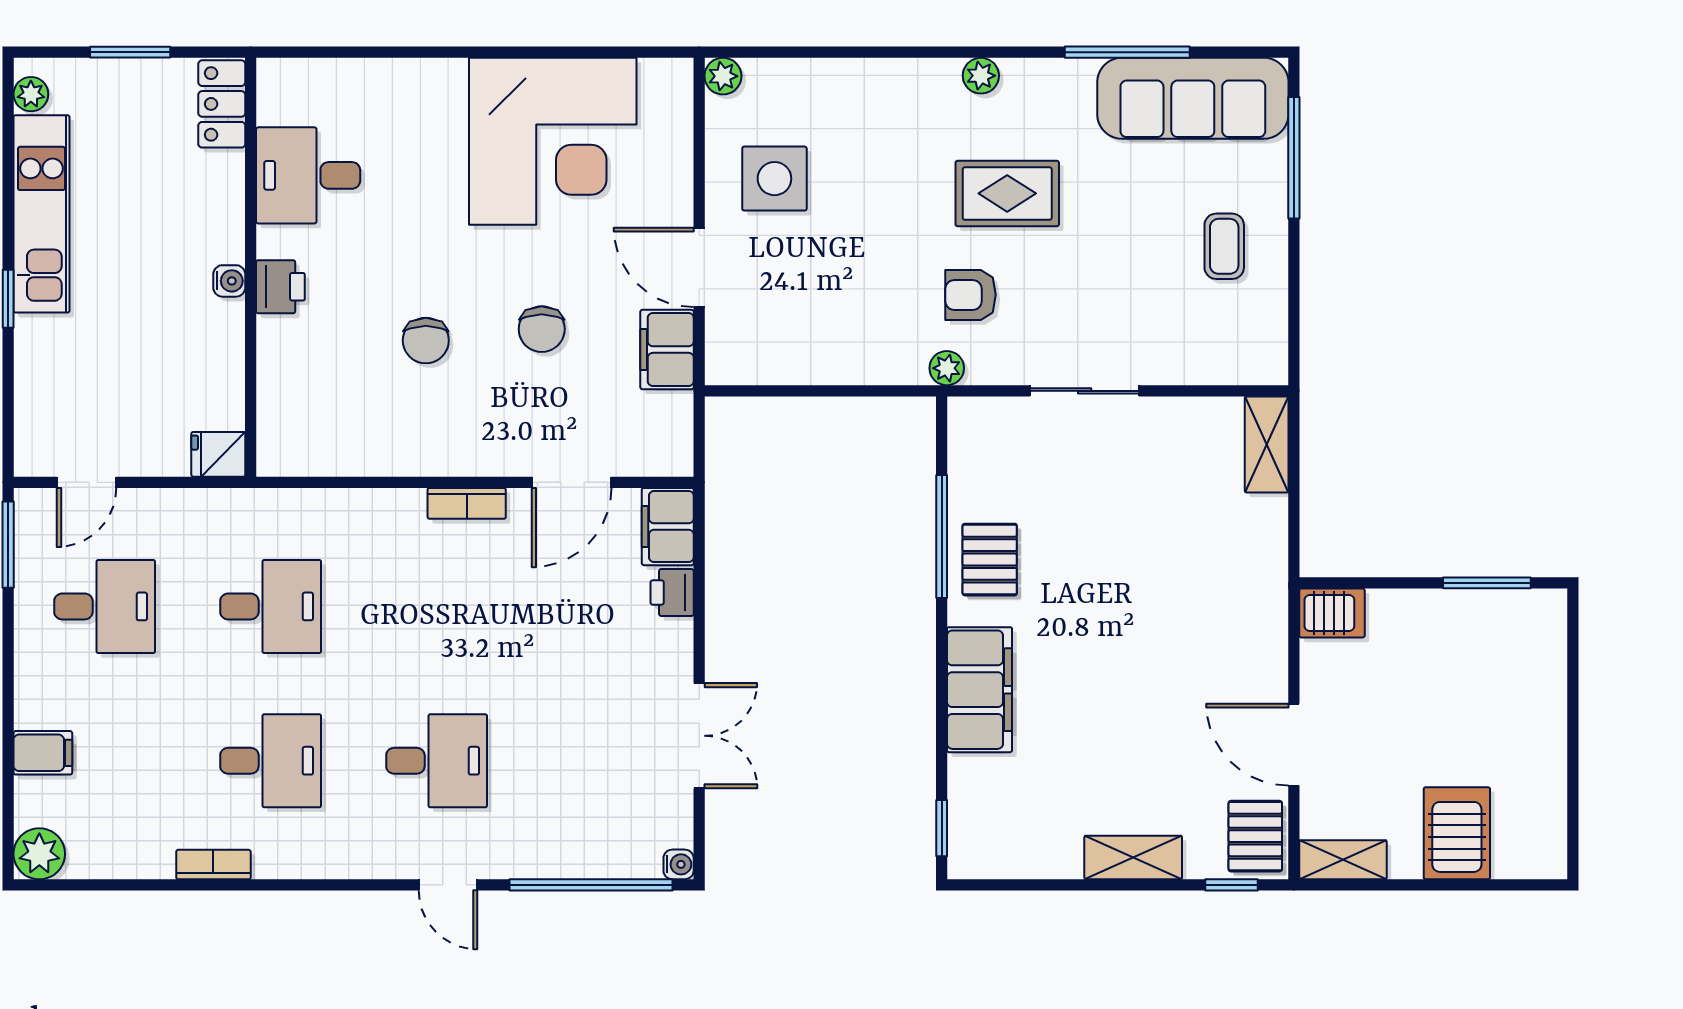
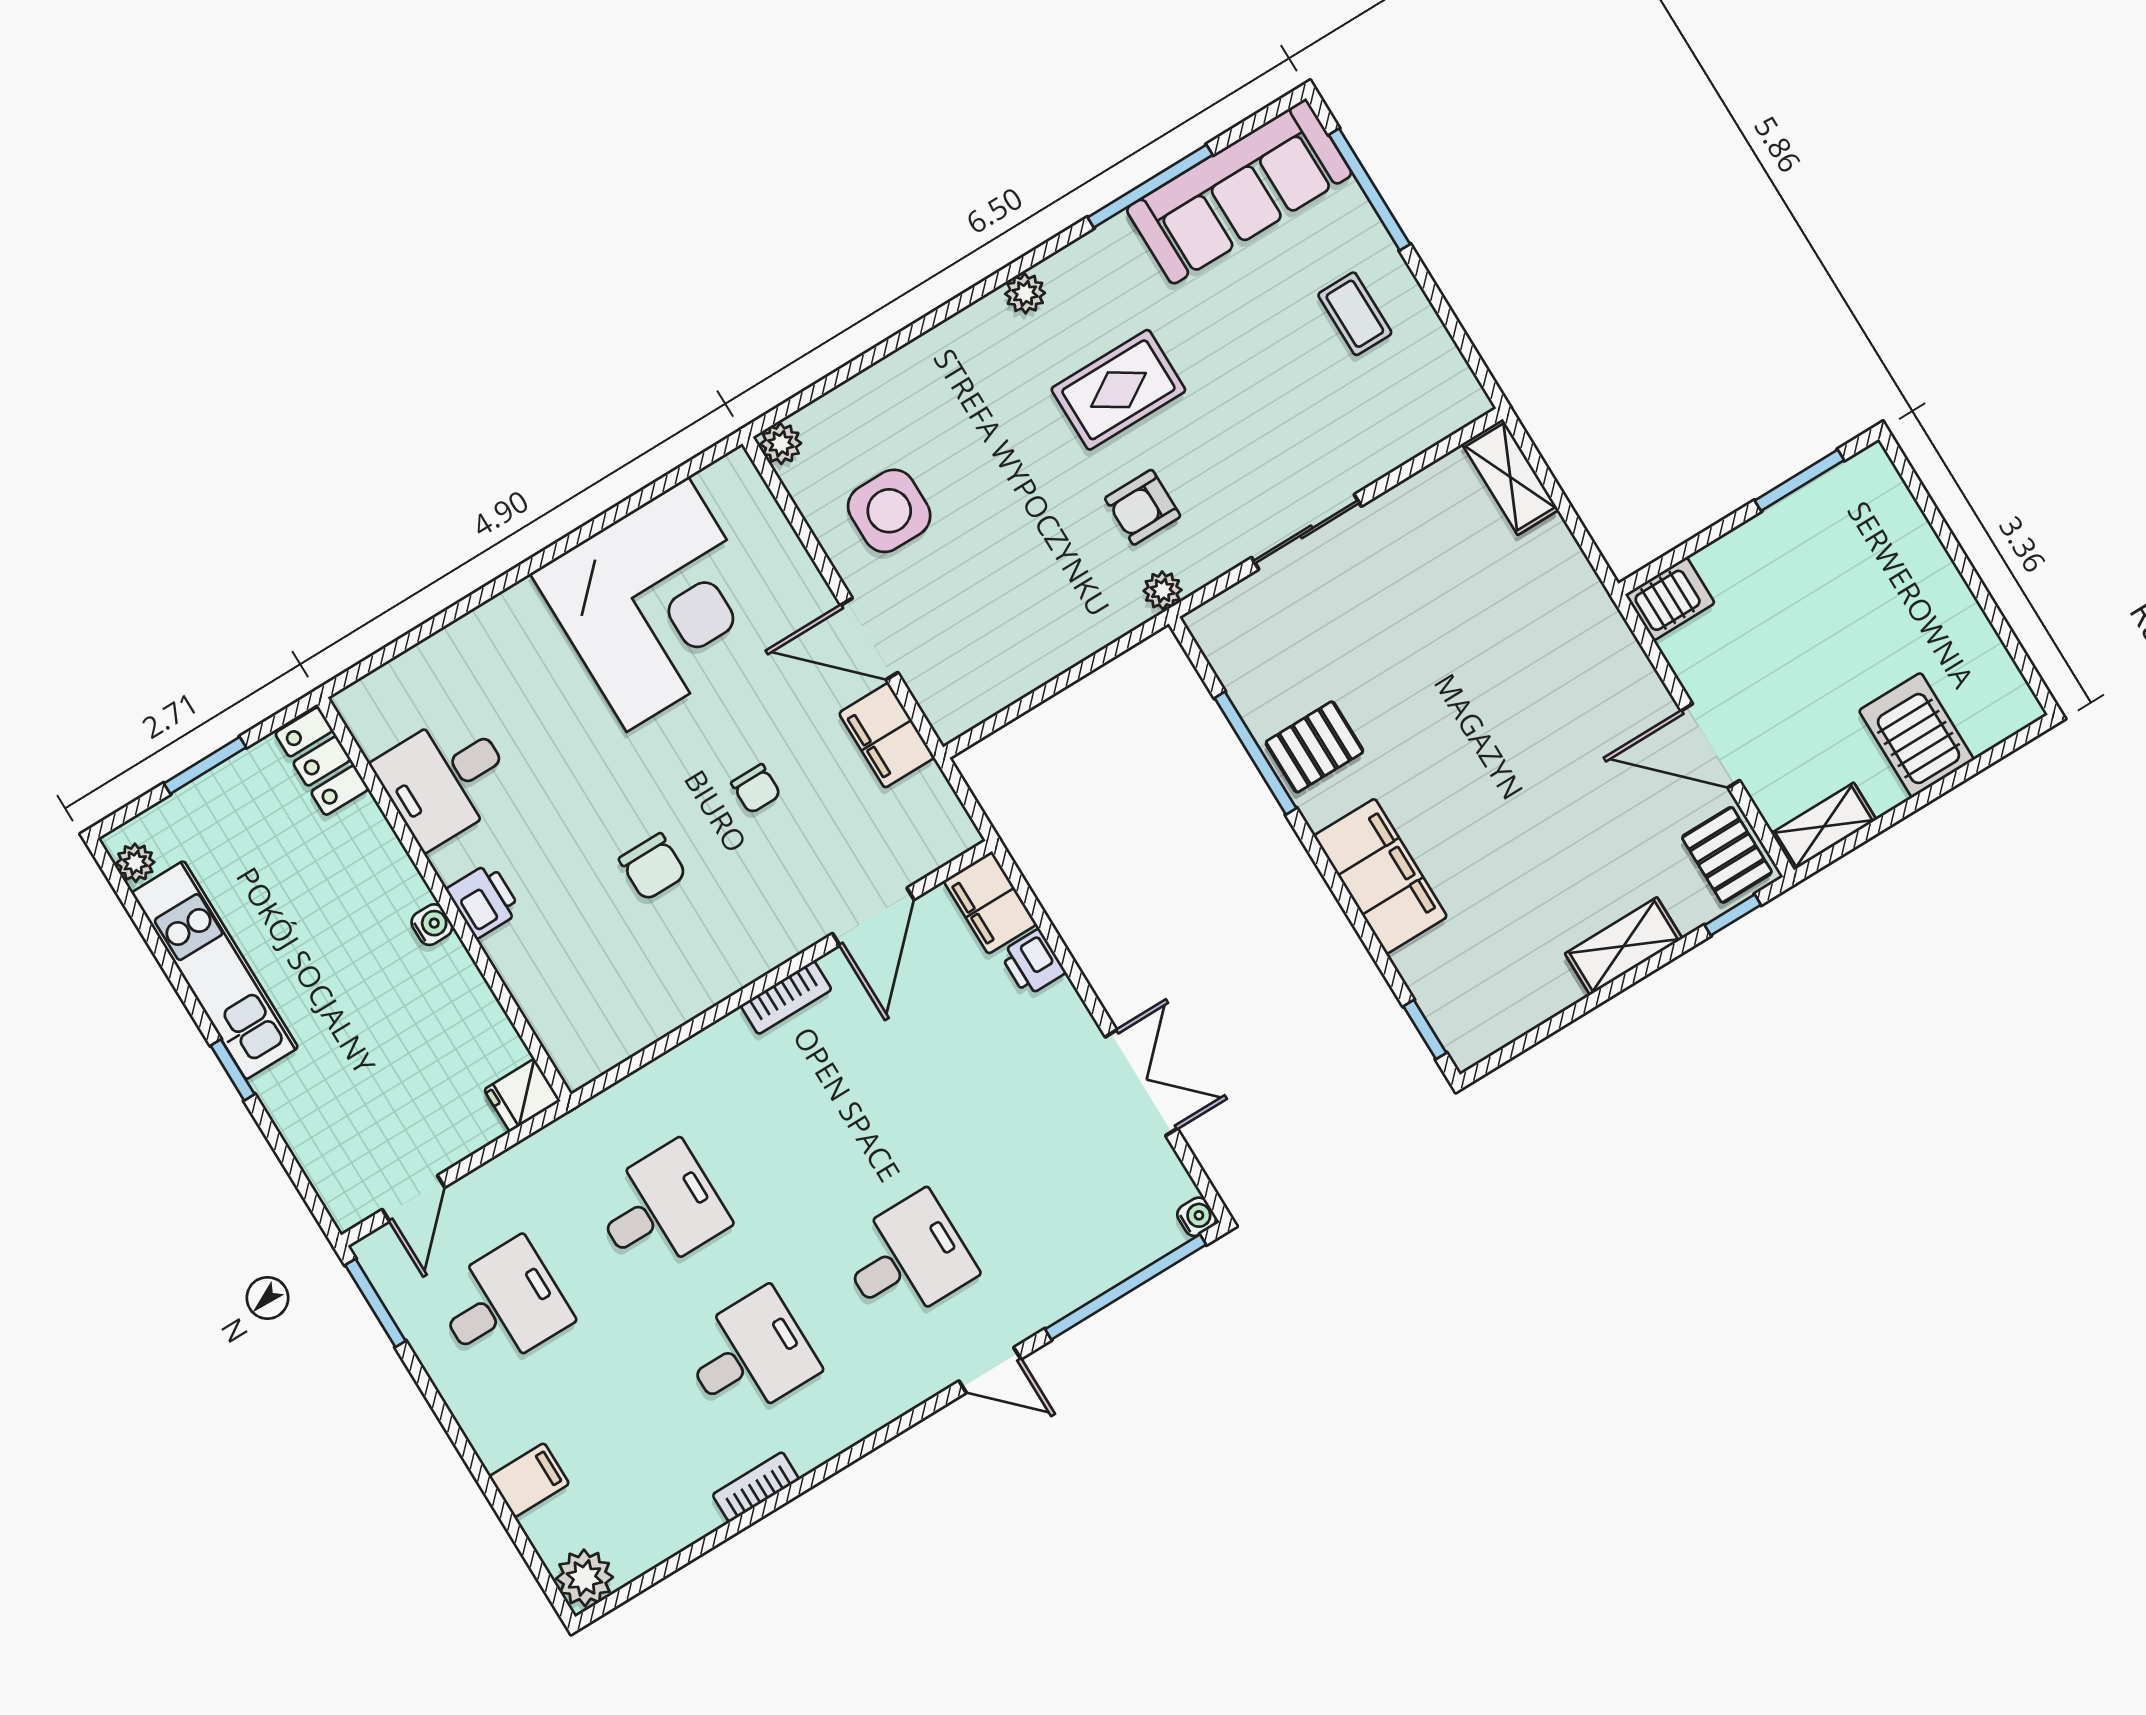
chair: (542, 329) -> (756, 789), width x0.73, depth x0.73
pallet: (990, 560) -> (1314, 747), turned 90

